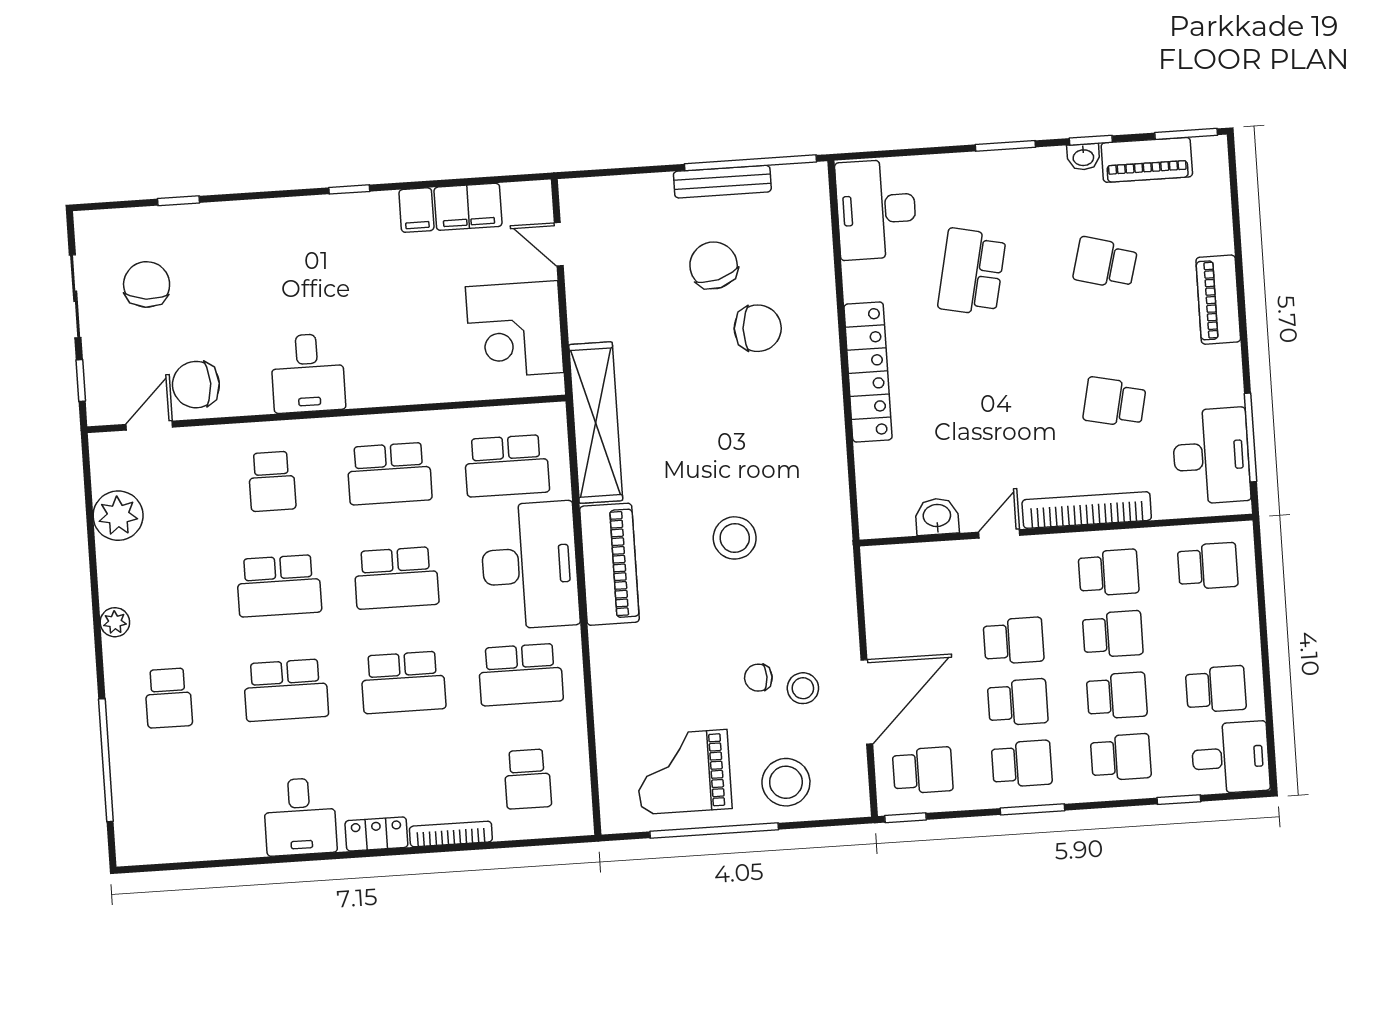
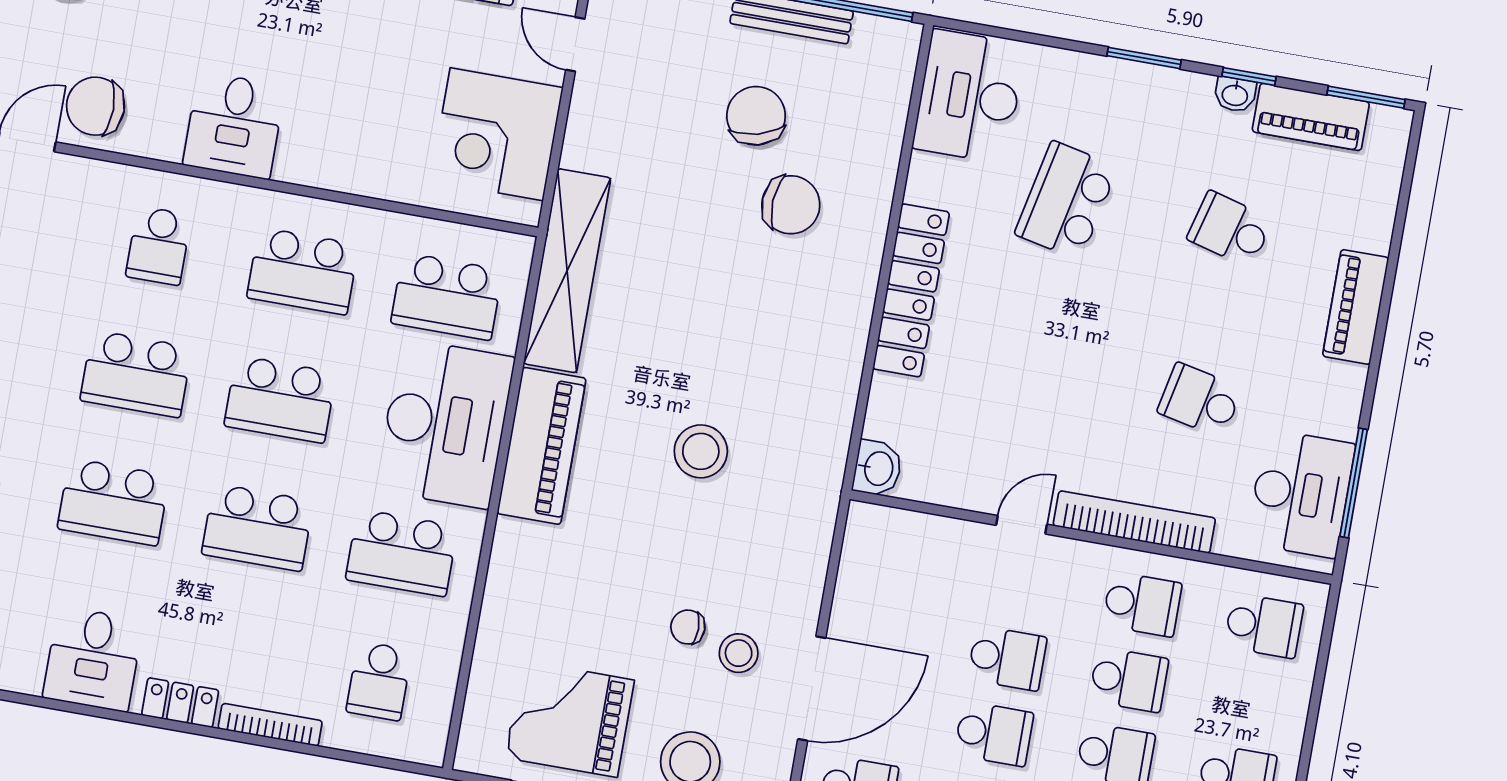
washbasin: (937, 517) -> (877, 468), moved, turned 90

